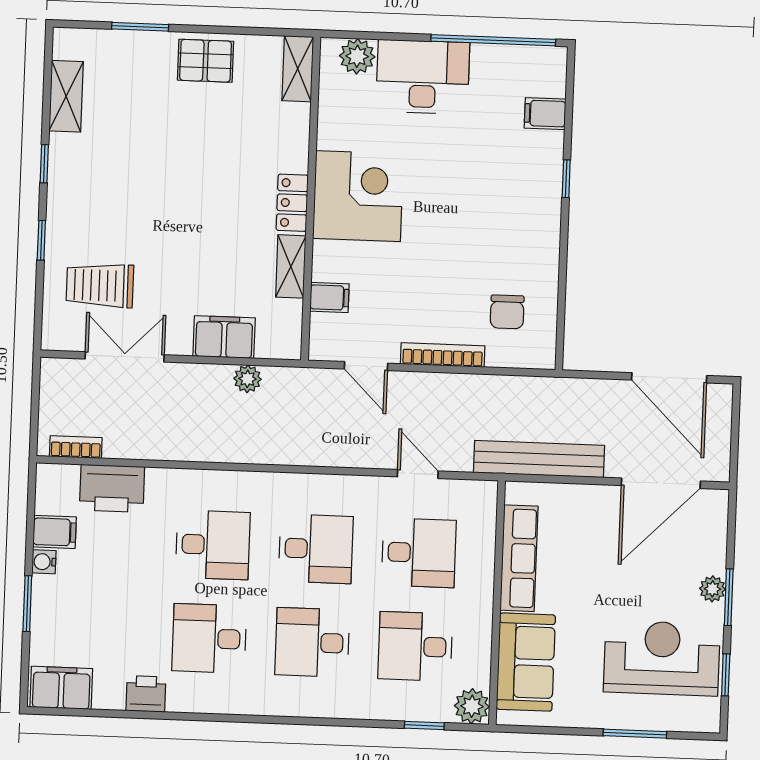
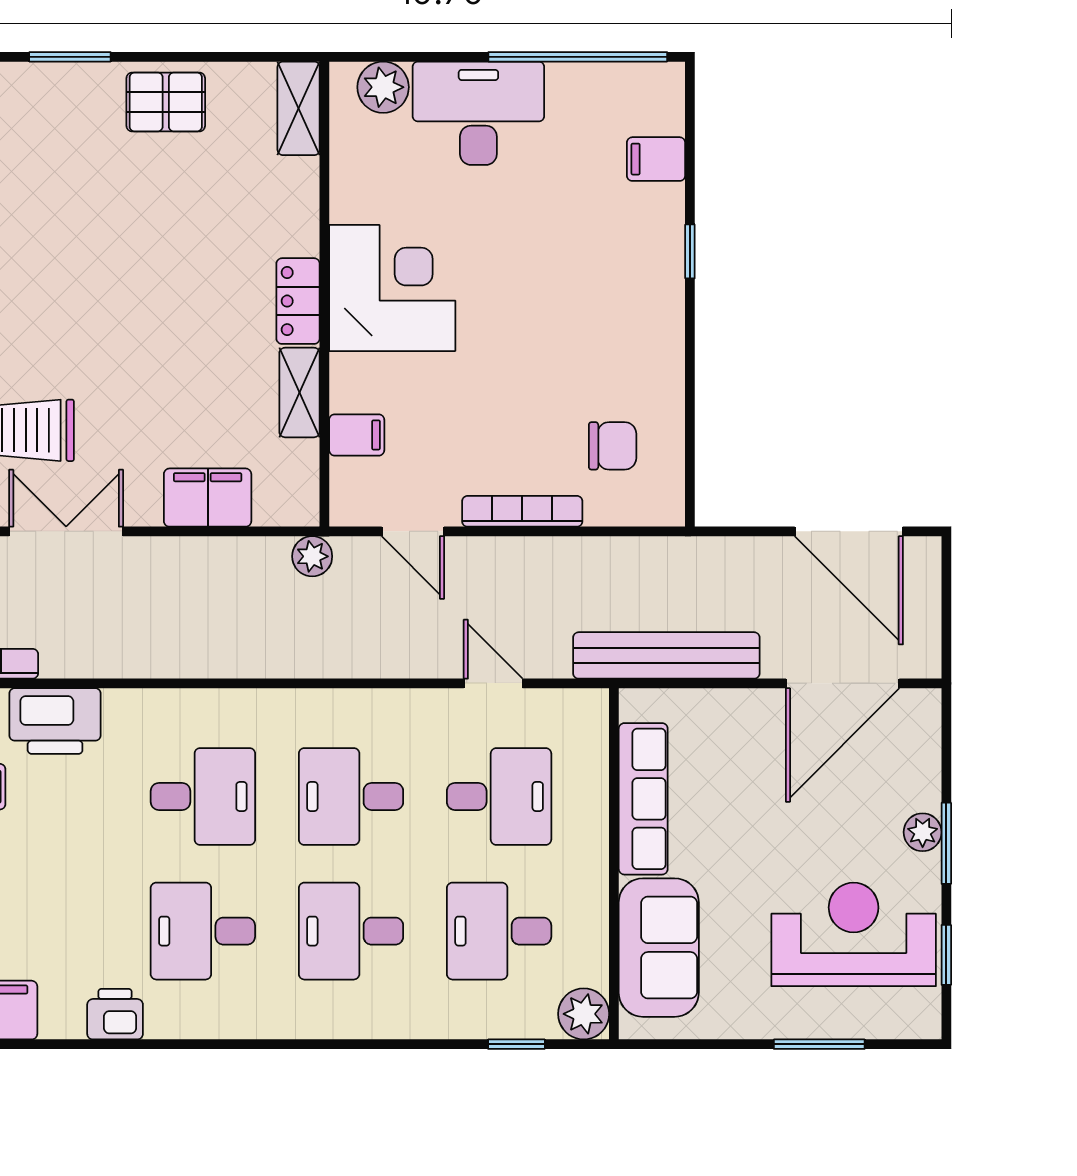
chair: (507, 312) -> (613, 446), turned -90
plant: (247, 379) -> (312, 556), moved
desk: (316, 549) -> (351, 796), turned 180

